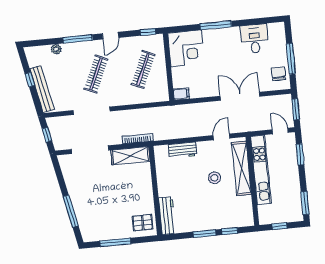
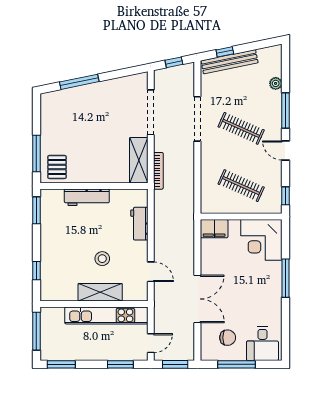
desk: (255, 39) -> (262, 344), moved, turned 90
chair: (279, 74) -> (228, 338), moved
window: (30, 80) -> (225, 52), moved
filing cabinet: (181, 94) -> (214, 229), width x2.00
shelving: (241, 168) -> (100, 292), width x0.68
workbench: (167, 216) -> (87, 197), moved
window: (279, 226) -> (36, 331), width x2.17
window: (204, 234) -> (36, 210), moved
window: (115, 242) -> (36, 154), moved

